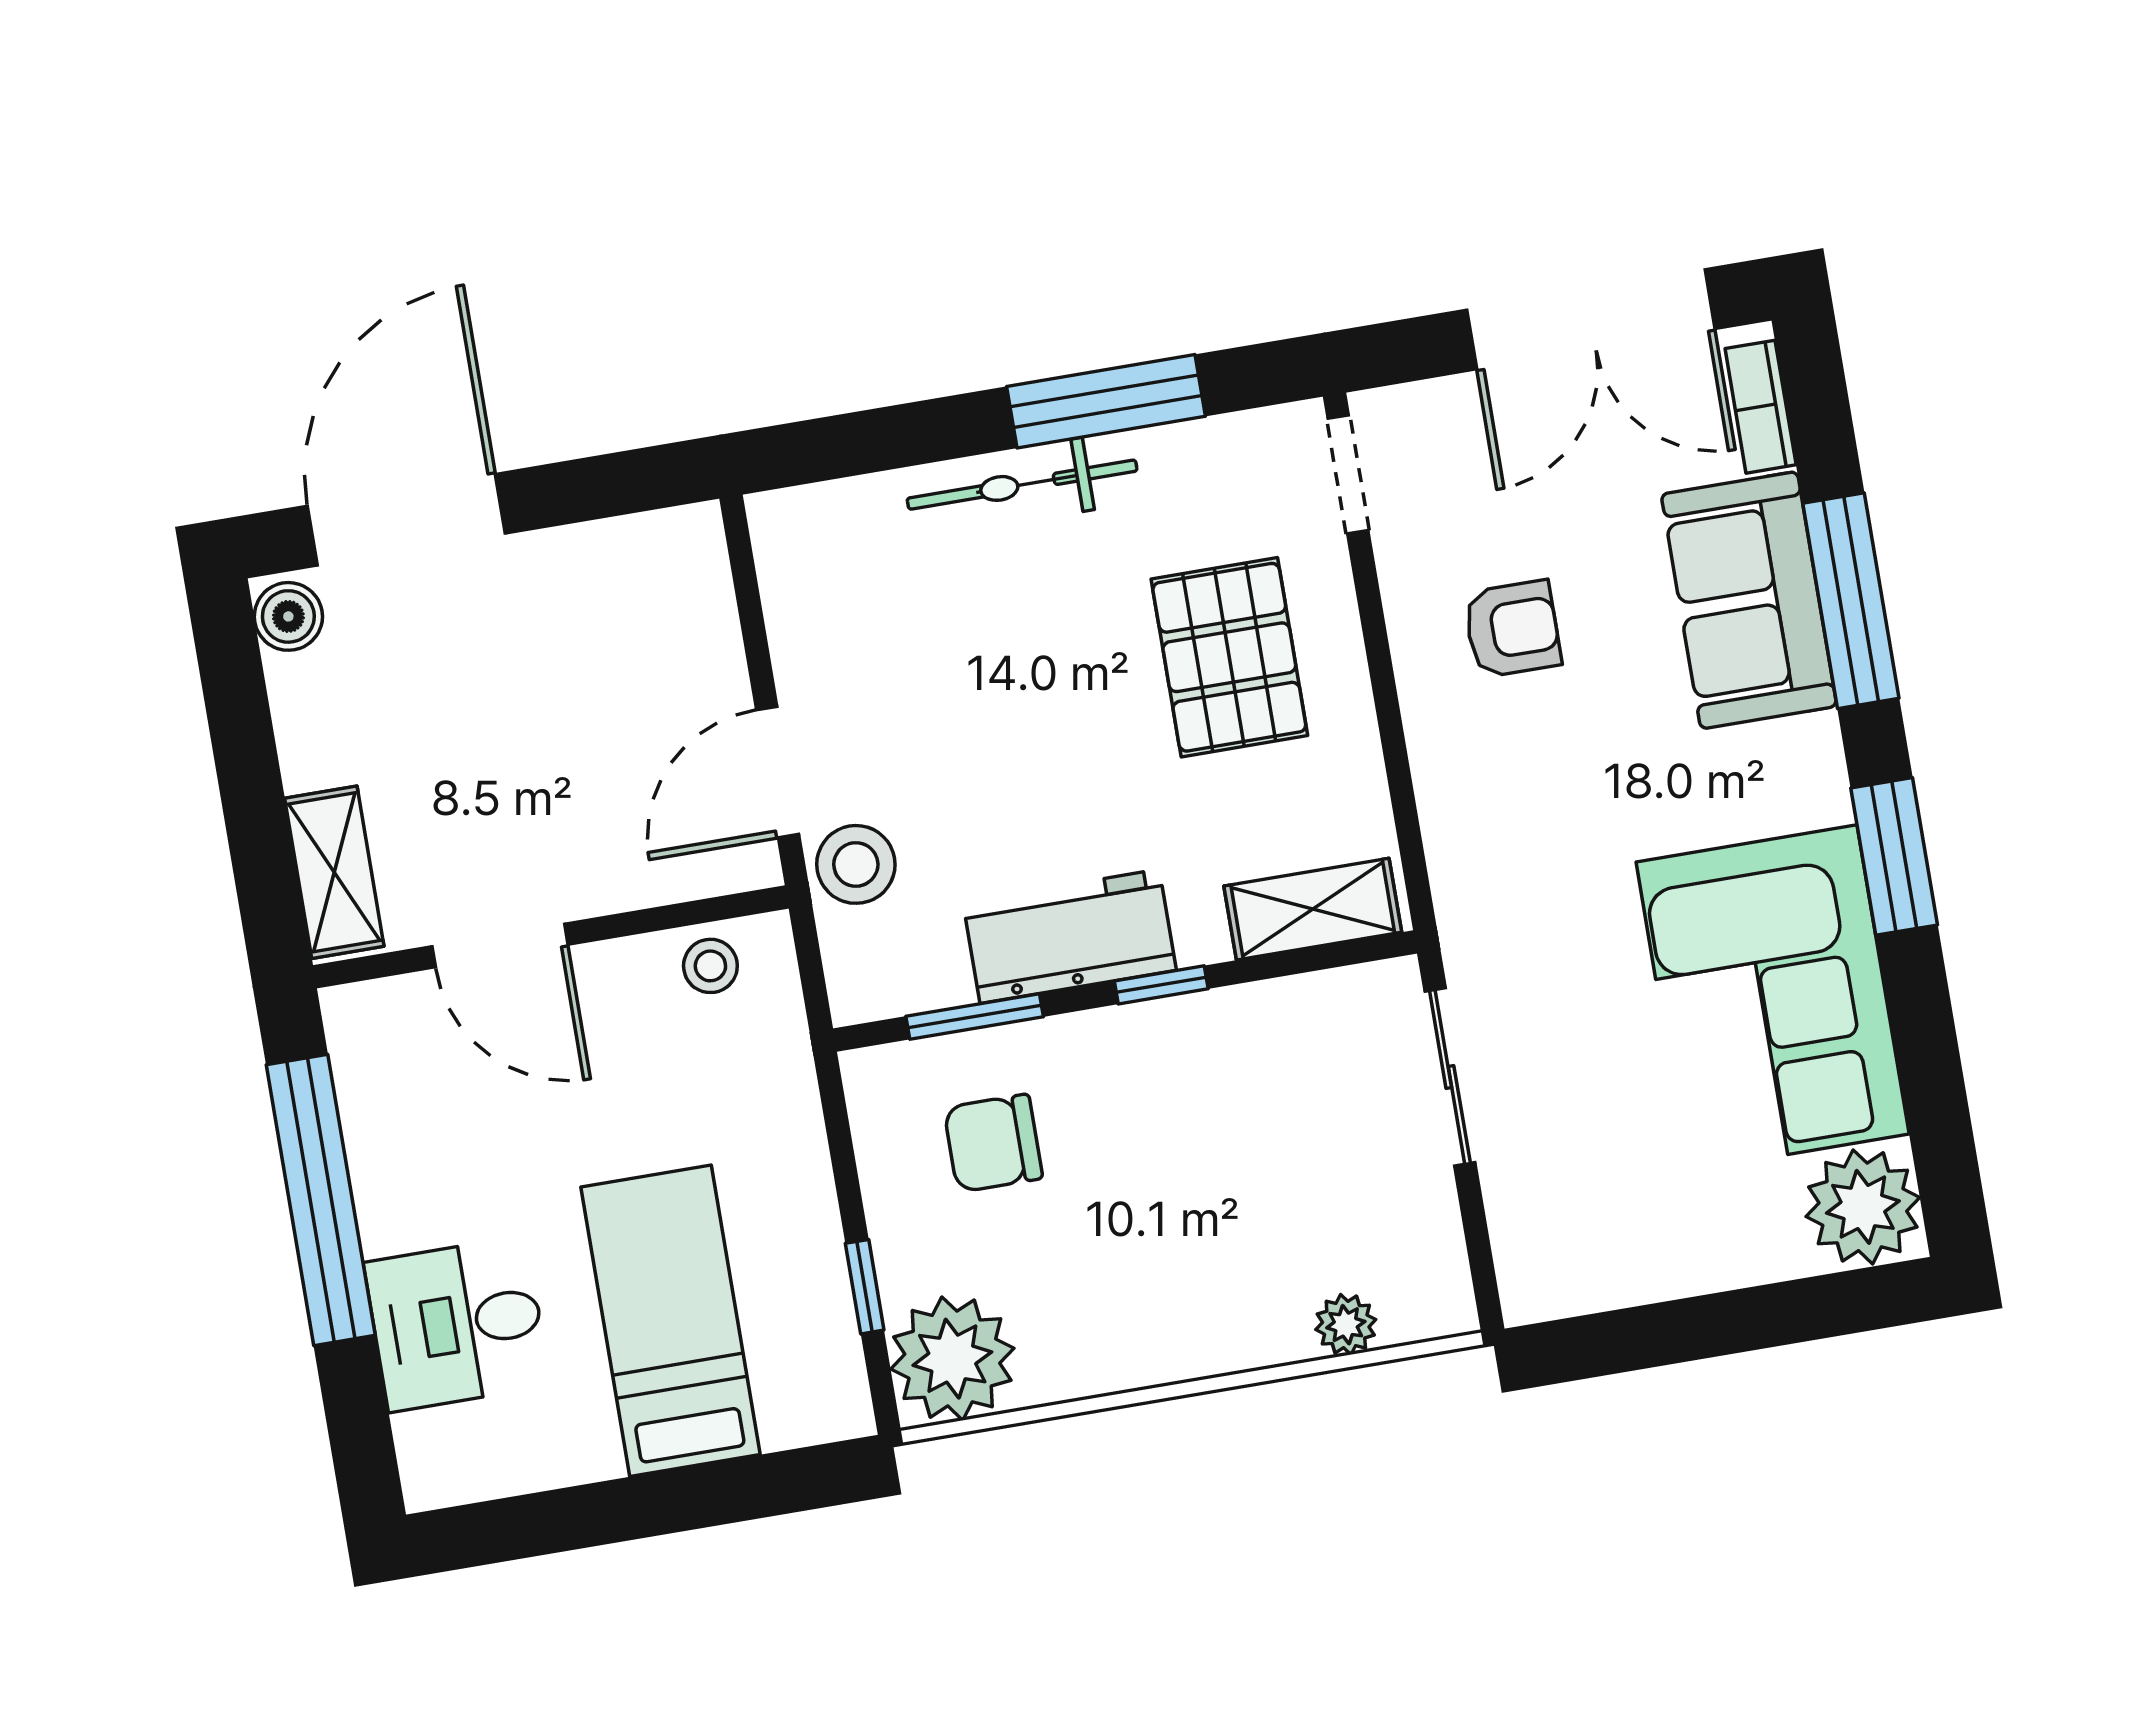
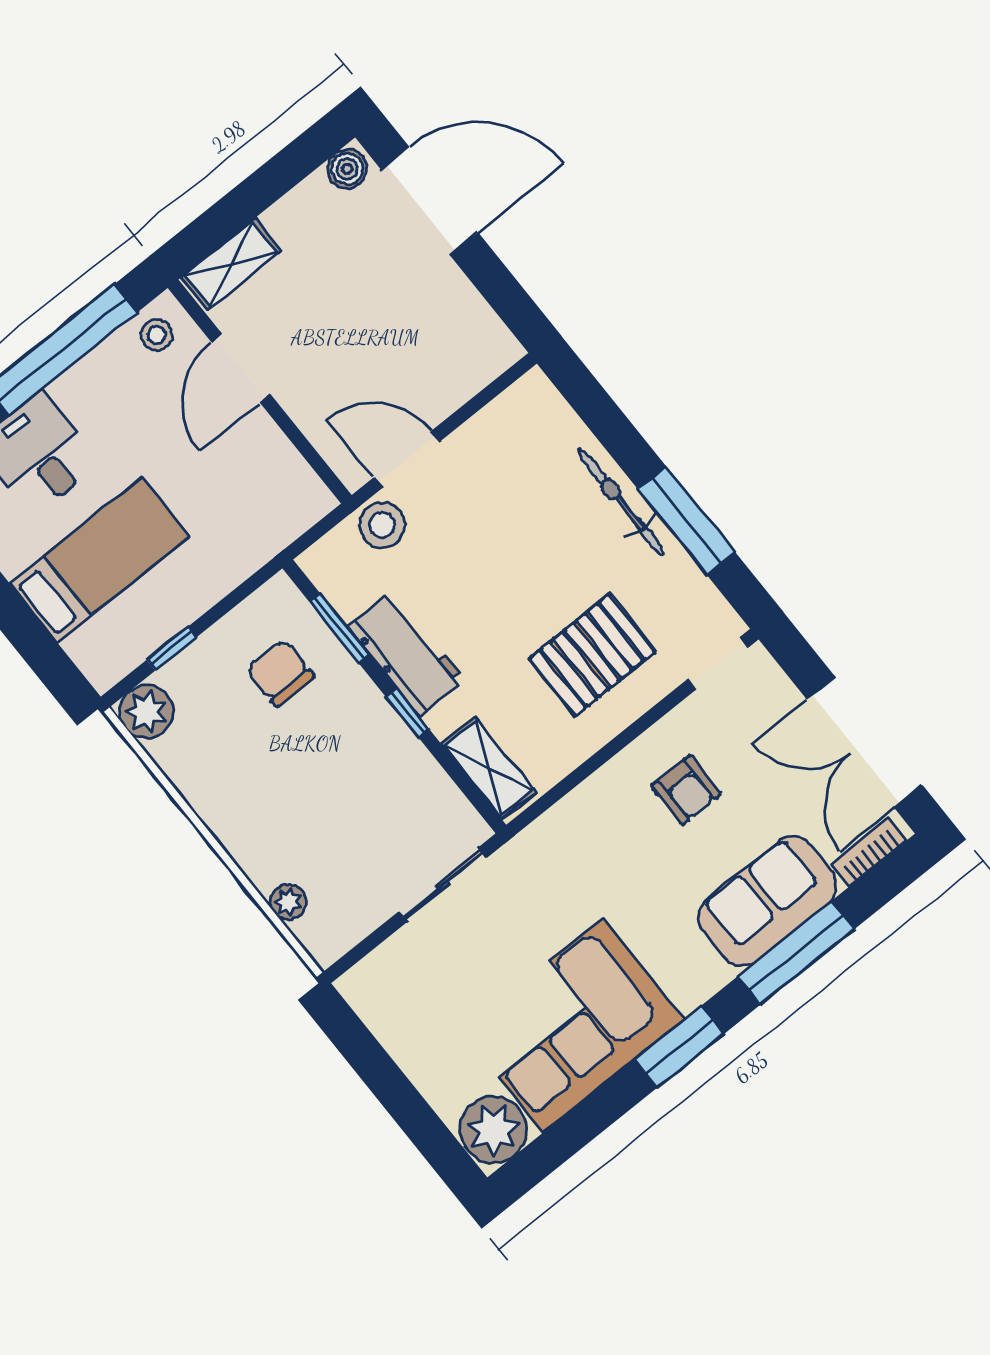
stool: (710, 966) -> (157, 335), moved
plant: (952, 1359) -> (147, 712), width x0.73, depth x0.73

